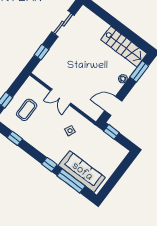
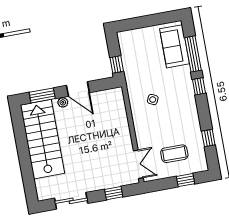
stairs: (124, 47) -> (42, 139), width x1.36, depth x1.51
double door: (61, 97) -> (138, 164), moved
door: (113, 106) -> (78, 89), moved
sofa: (82, 172) -> (175, 46), width x0.73

